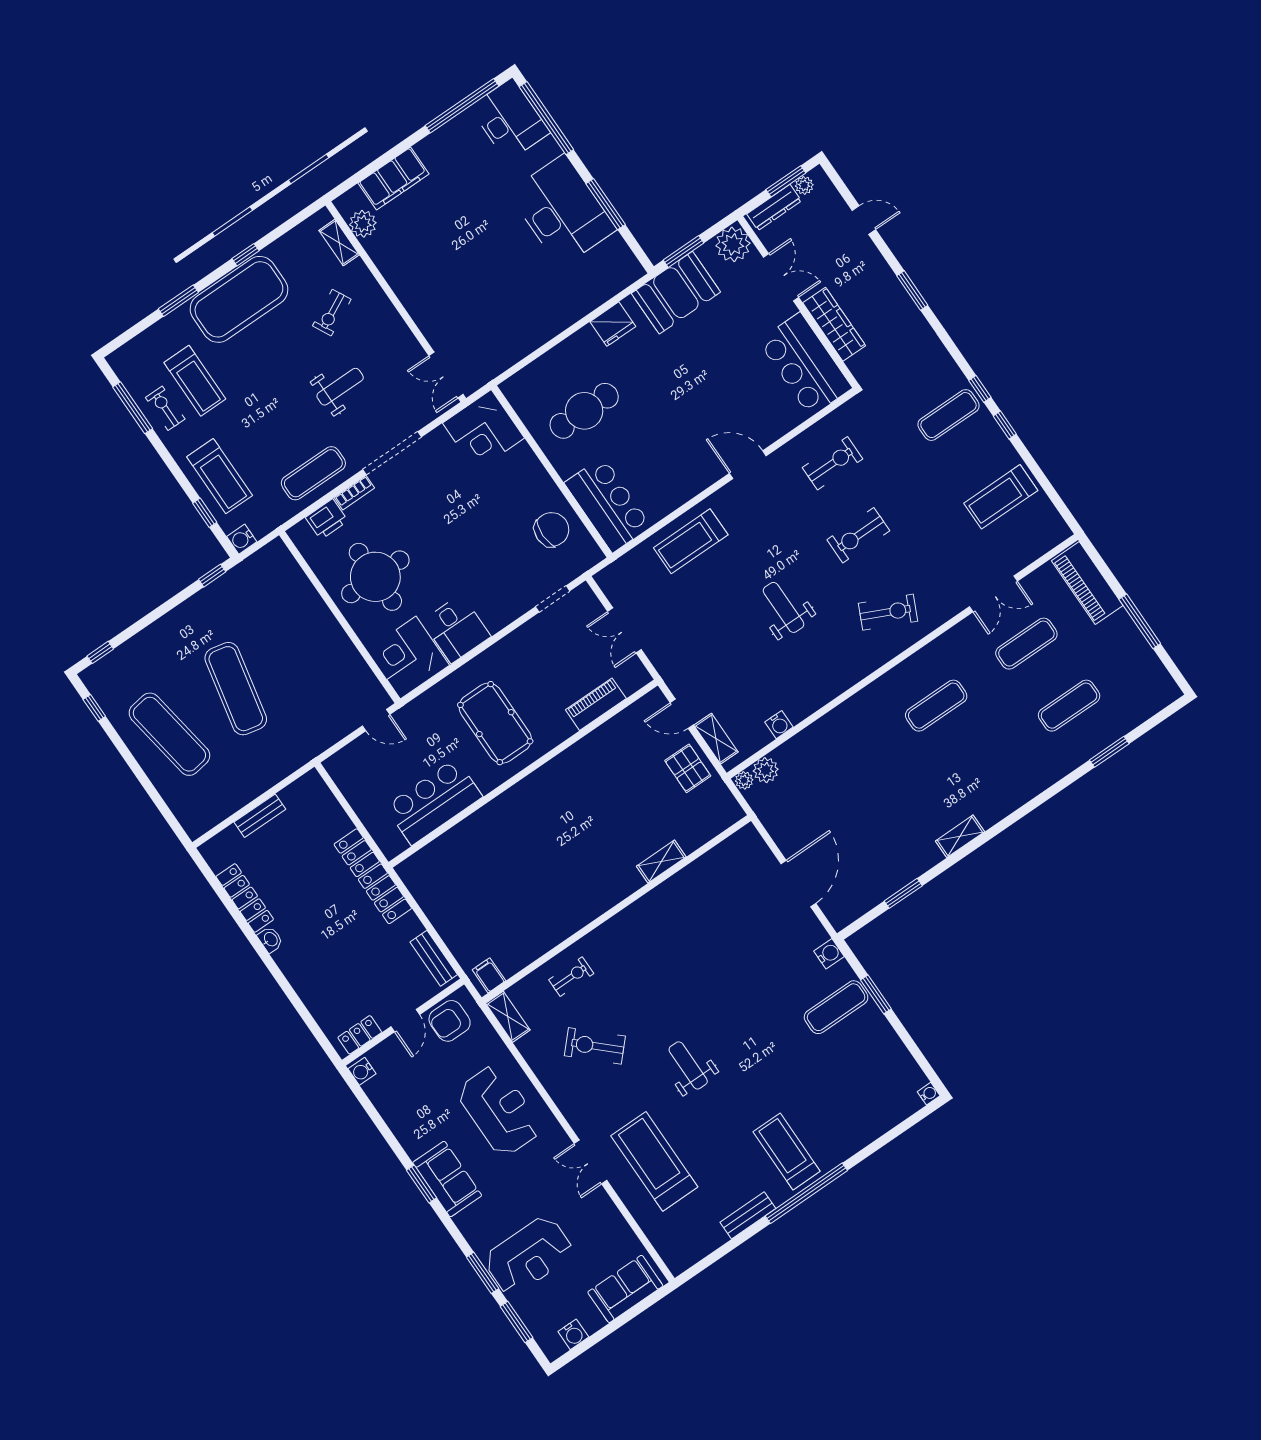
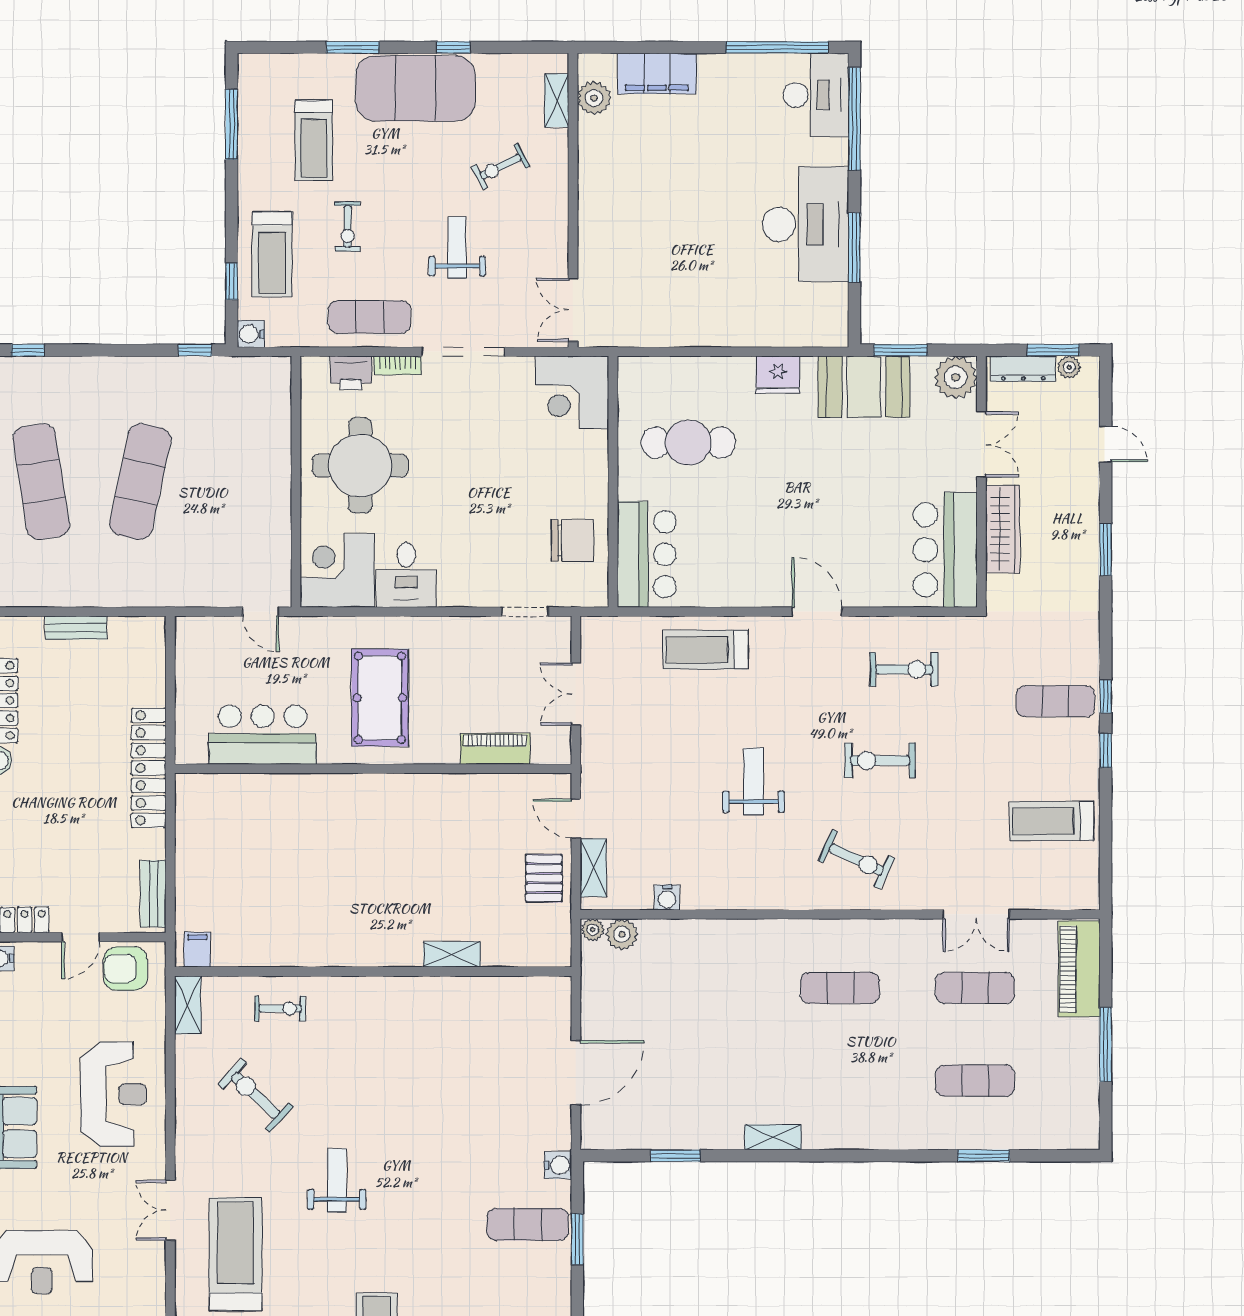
weight bench: (340, 387) -> (457, 248), turned -90
exercise bike: (165, 408) -> (348, 227), moved, turned 180

